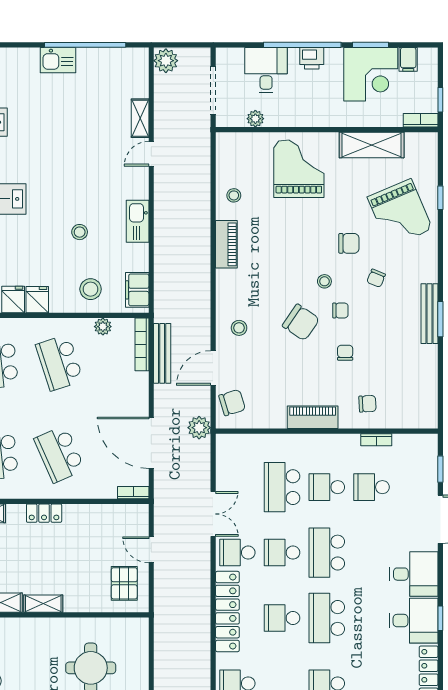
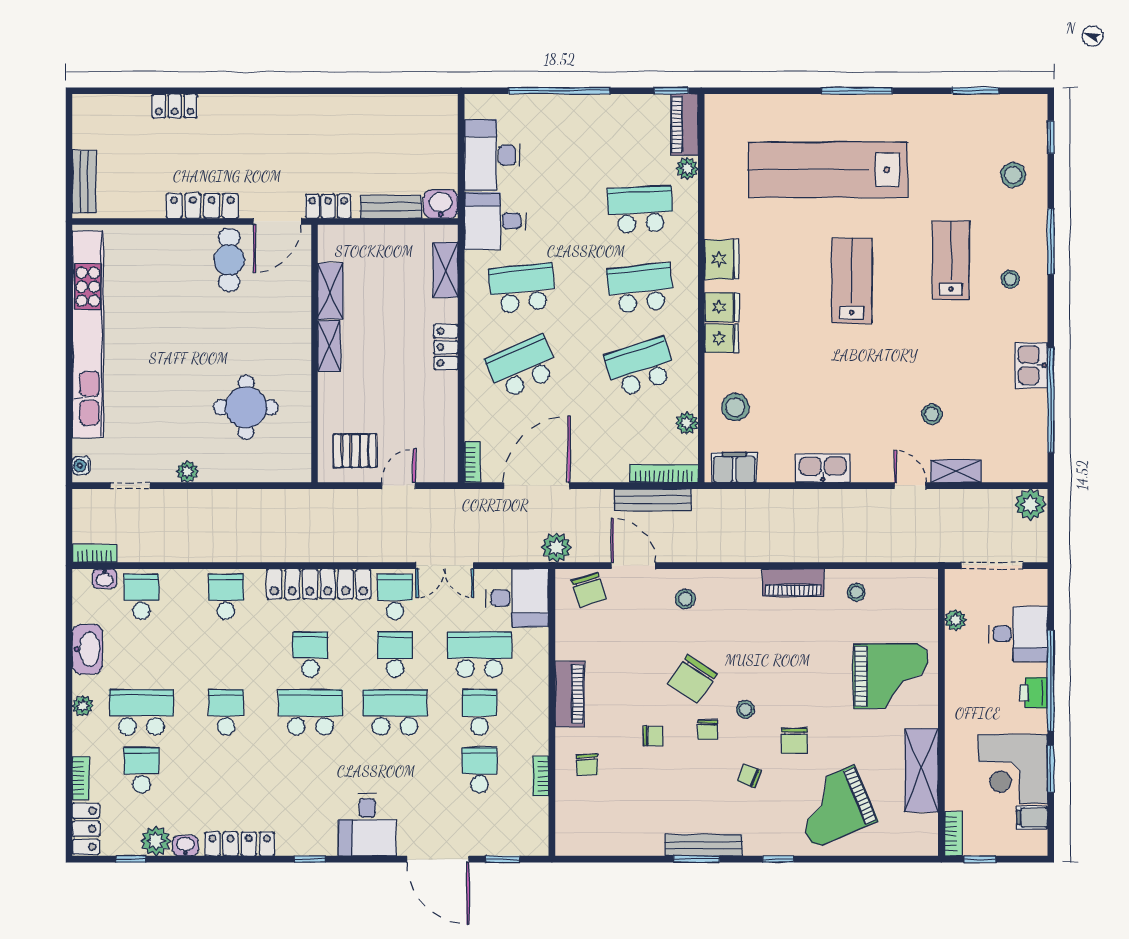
window: (440, 198) -> (778, 859), moved
stool: (80, 232) -> (932, 414), moved
desk: (414, 621) -> (517, 598), moved, turned -90

